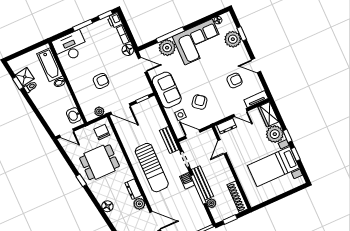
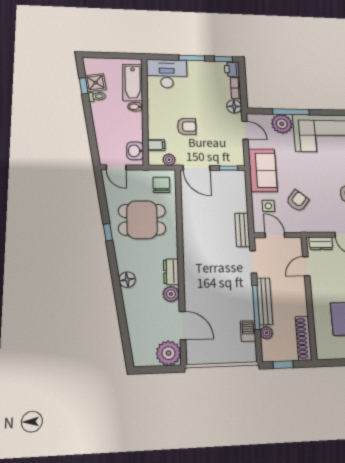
filing cabinet: (86, 105) -> (156, 145), added
sun lounger: (152, 168) -> (206, 254), removed
barbecue: (187, 181) -> (248, 331), moved

